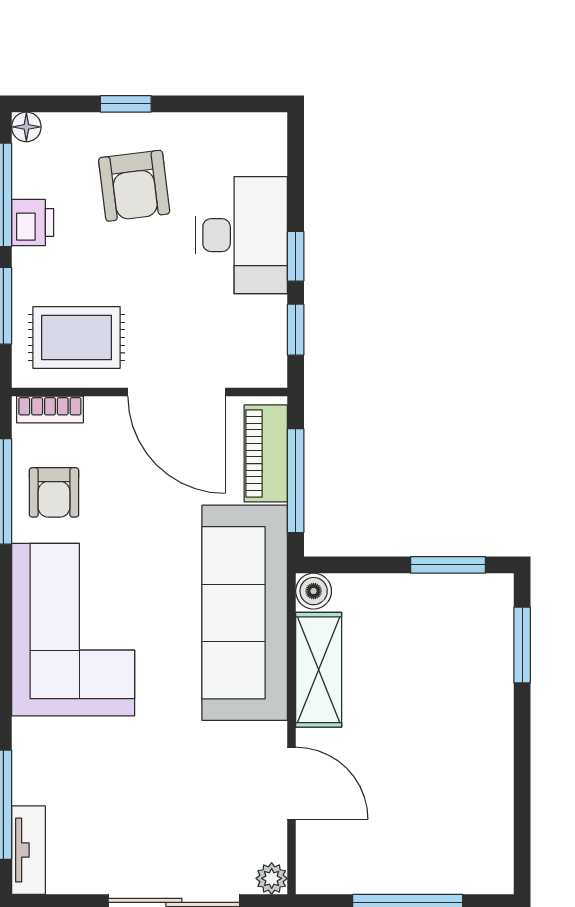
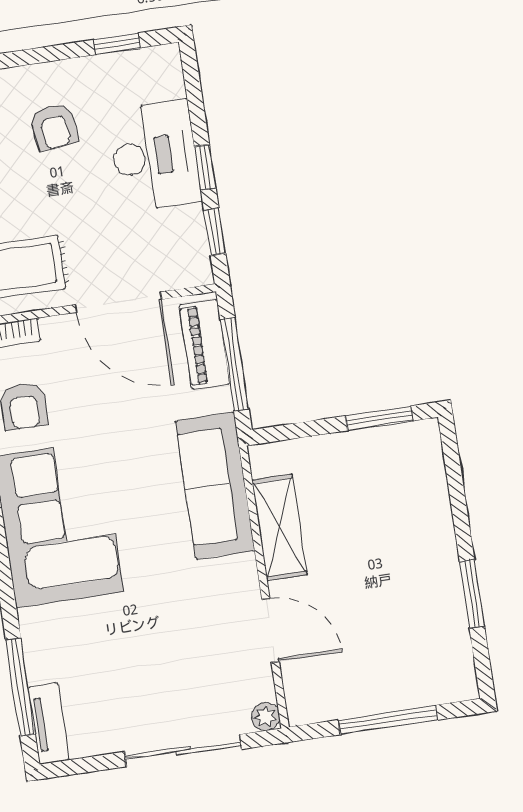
window: (126, 104) -> (117, 44), moved
armchair: (134, 186) -> (54, 127), width x0.72, depth x0.72
boiler: (314, 591) -> (265, 459), removed
sofa: (245, 613) -> (215, 486), width x0.74, depth x0.79
window: (522, 645) -> (472, 594), moved

